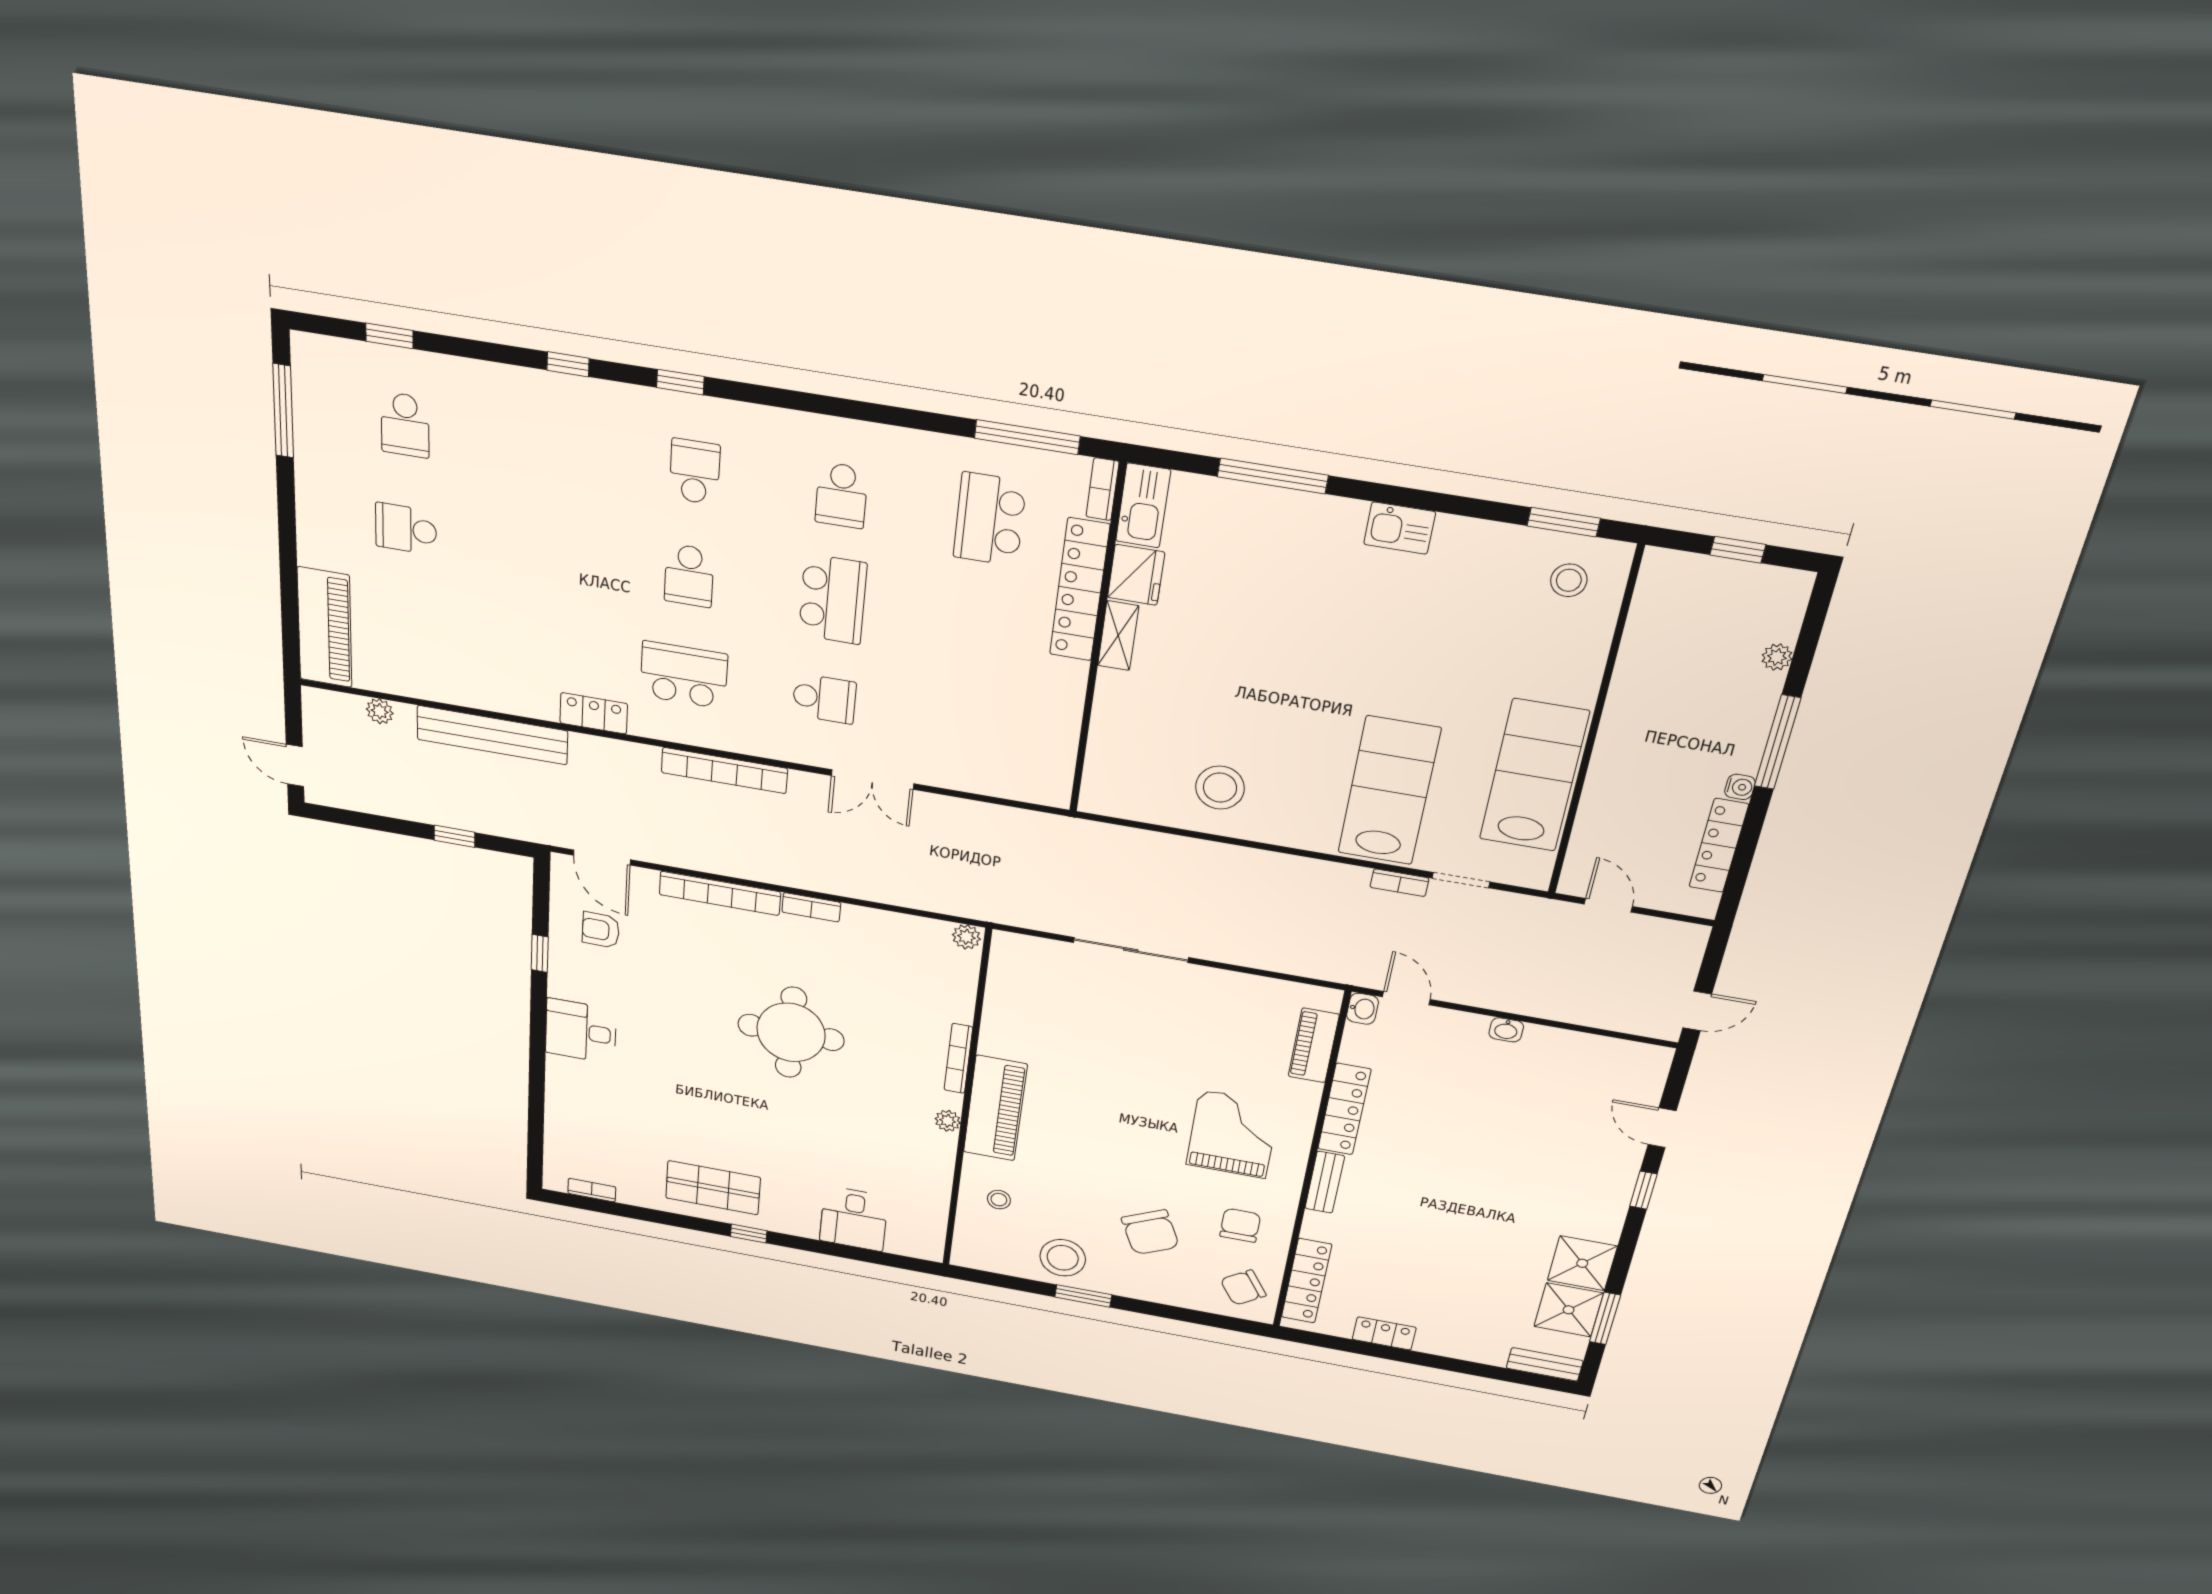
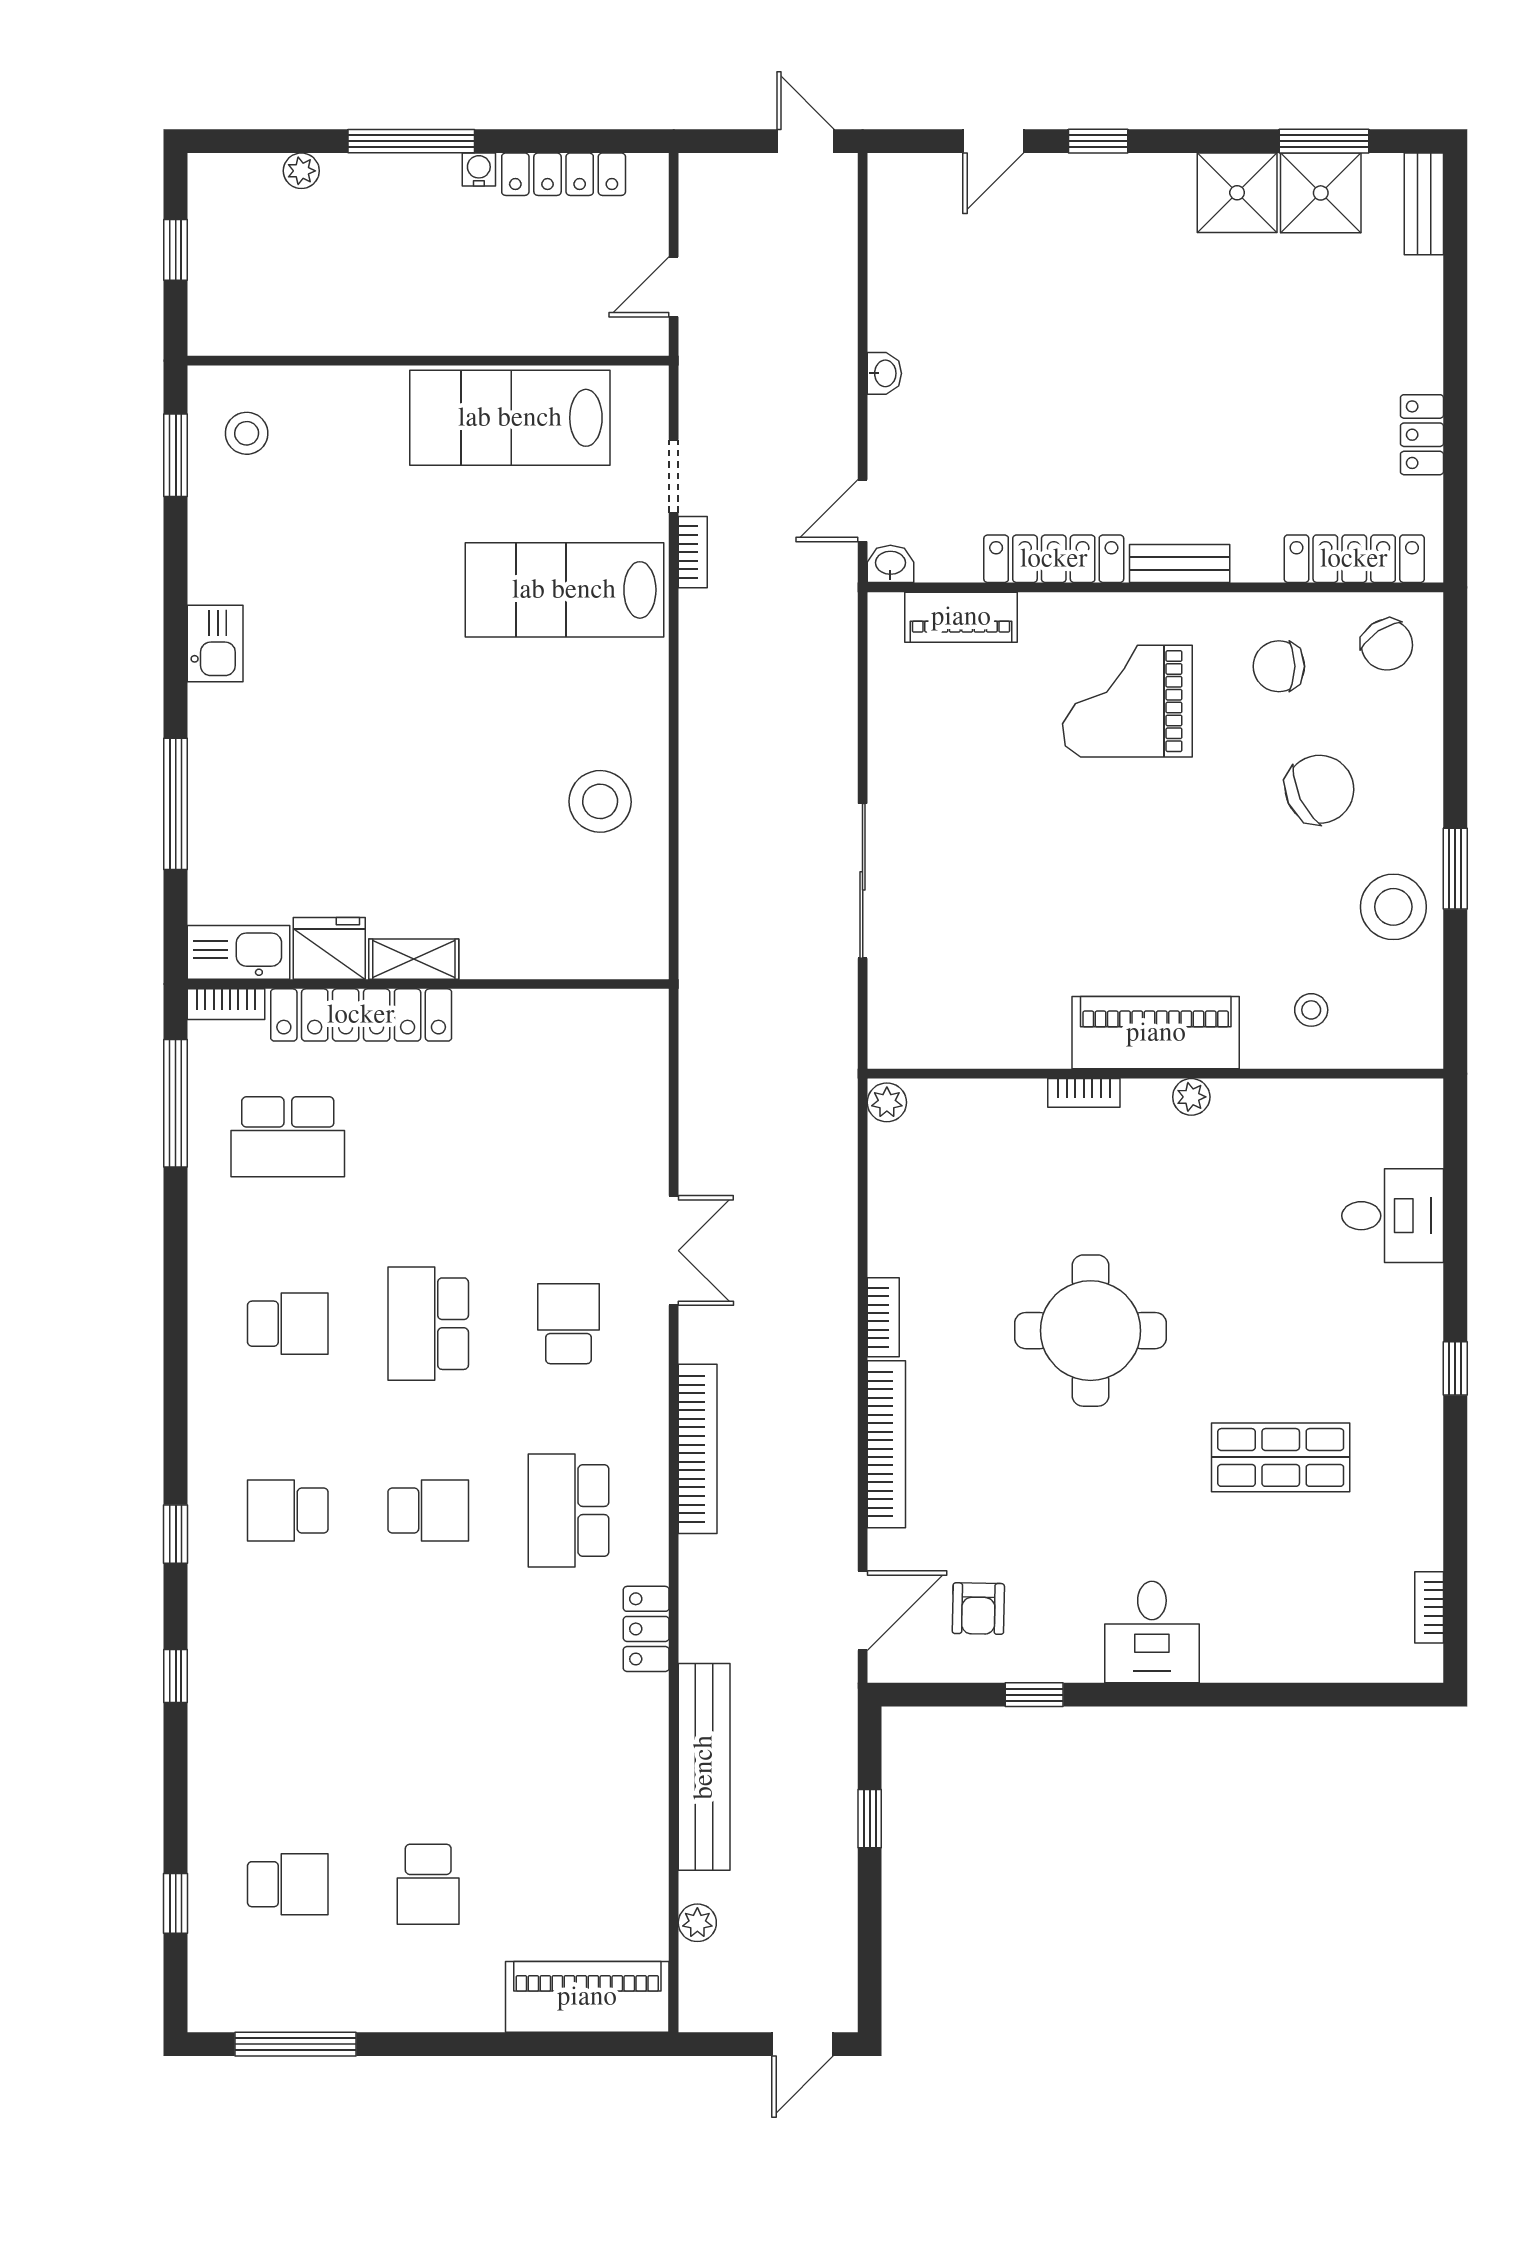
school desk: (833, 599) -> (428, 1324), turned -90
bookcase: (958, 1058) -> (1084, 1093), width x0.64
shop shelf: (713, 1188) -> (1281, 1457), moved, turned 90

